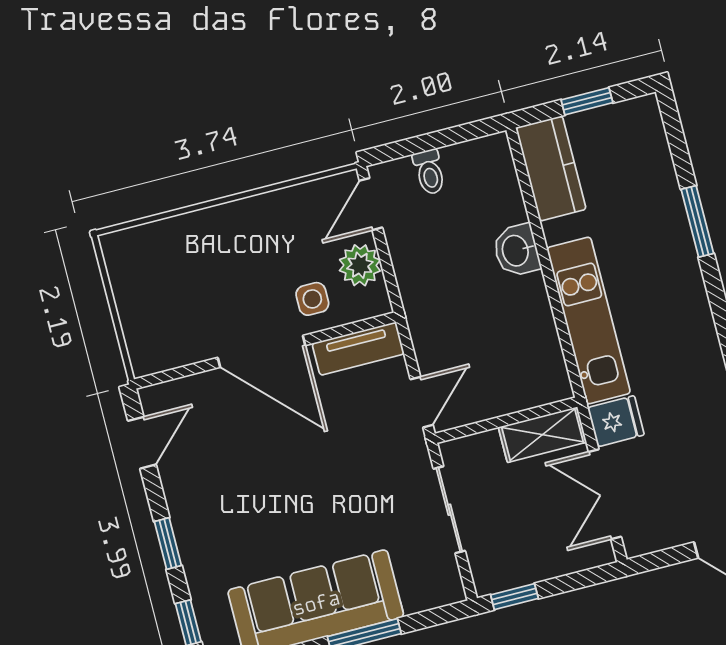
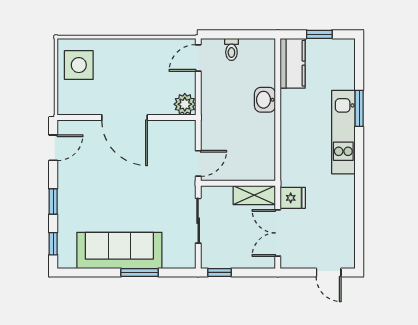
plant: (360, 265) -> (185, 104), moved
side table: (312, 299) -> (79, 65), moved, width x1.87, depth x1.87
kitchen unit: (589, 321) -> (343, 132), moved, turned 180
tv unit: (358, 349) -> (173, 129), removed

